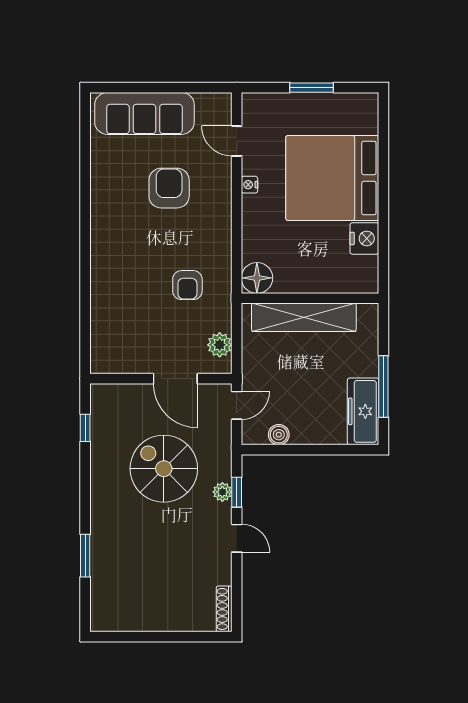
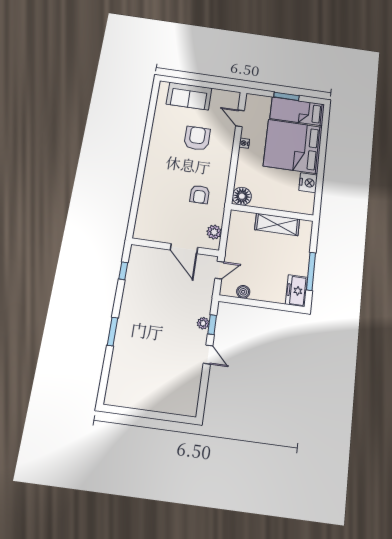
sofa: (144, 113) -> (189, 96), width x0.73
bed: (333, 113) -> (297, 111), added
shelving: (304, 317) -> (277, 224), width x0.68
freezer: (363, 411) -> (296, 291), width x0.71
spiral stairs: (164, 469) -> (168, 303), removed
window: (85, 556) -> (113, 332), moved
shoe rack: (224, 609) -> (193, 401), removed

